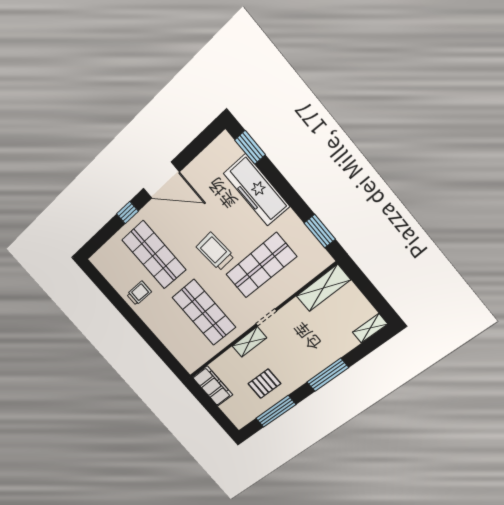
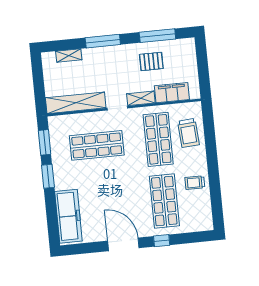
window: (250, 147) -> (48, 176), moved
freezer: (257, 190) -> (68, 216), moved
trolley: (215, 252) -> (188, 133), moved
shelving: (323, 288) -> (76, 103), width x1.47
shelving: (370, 328) -> (69, 55), moved
filing cabinet: (212, 386) -> (172, 93), moved, turned 90

